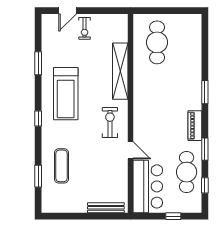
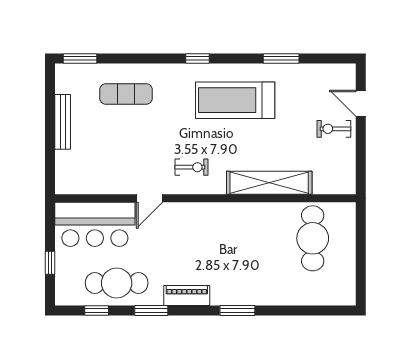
cafe table: (157, 42) -> (313, 238), turned 90
exercise bike: (110, 123) -> (192, 167), width x0.73, depth x0.72
window: (38, 176) -> (80, 59), moved
bench: (106, 208) -> (63, 122), moved

